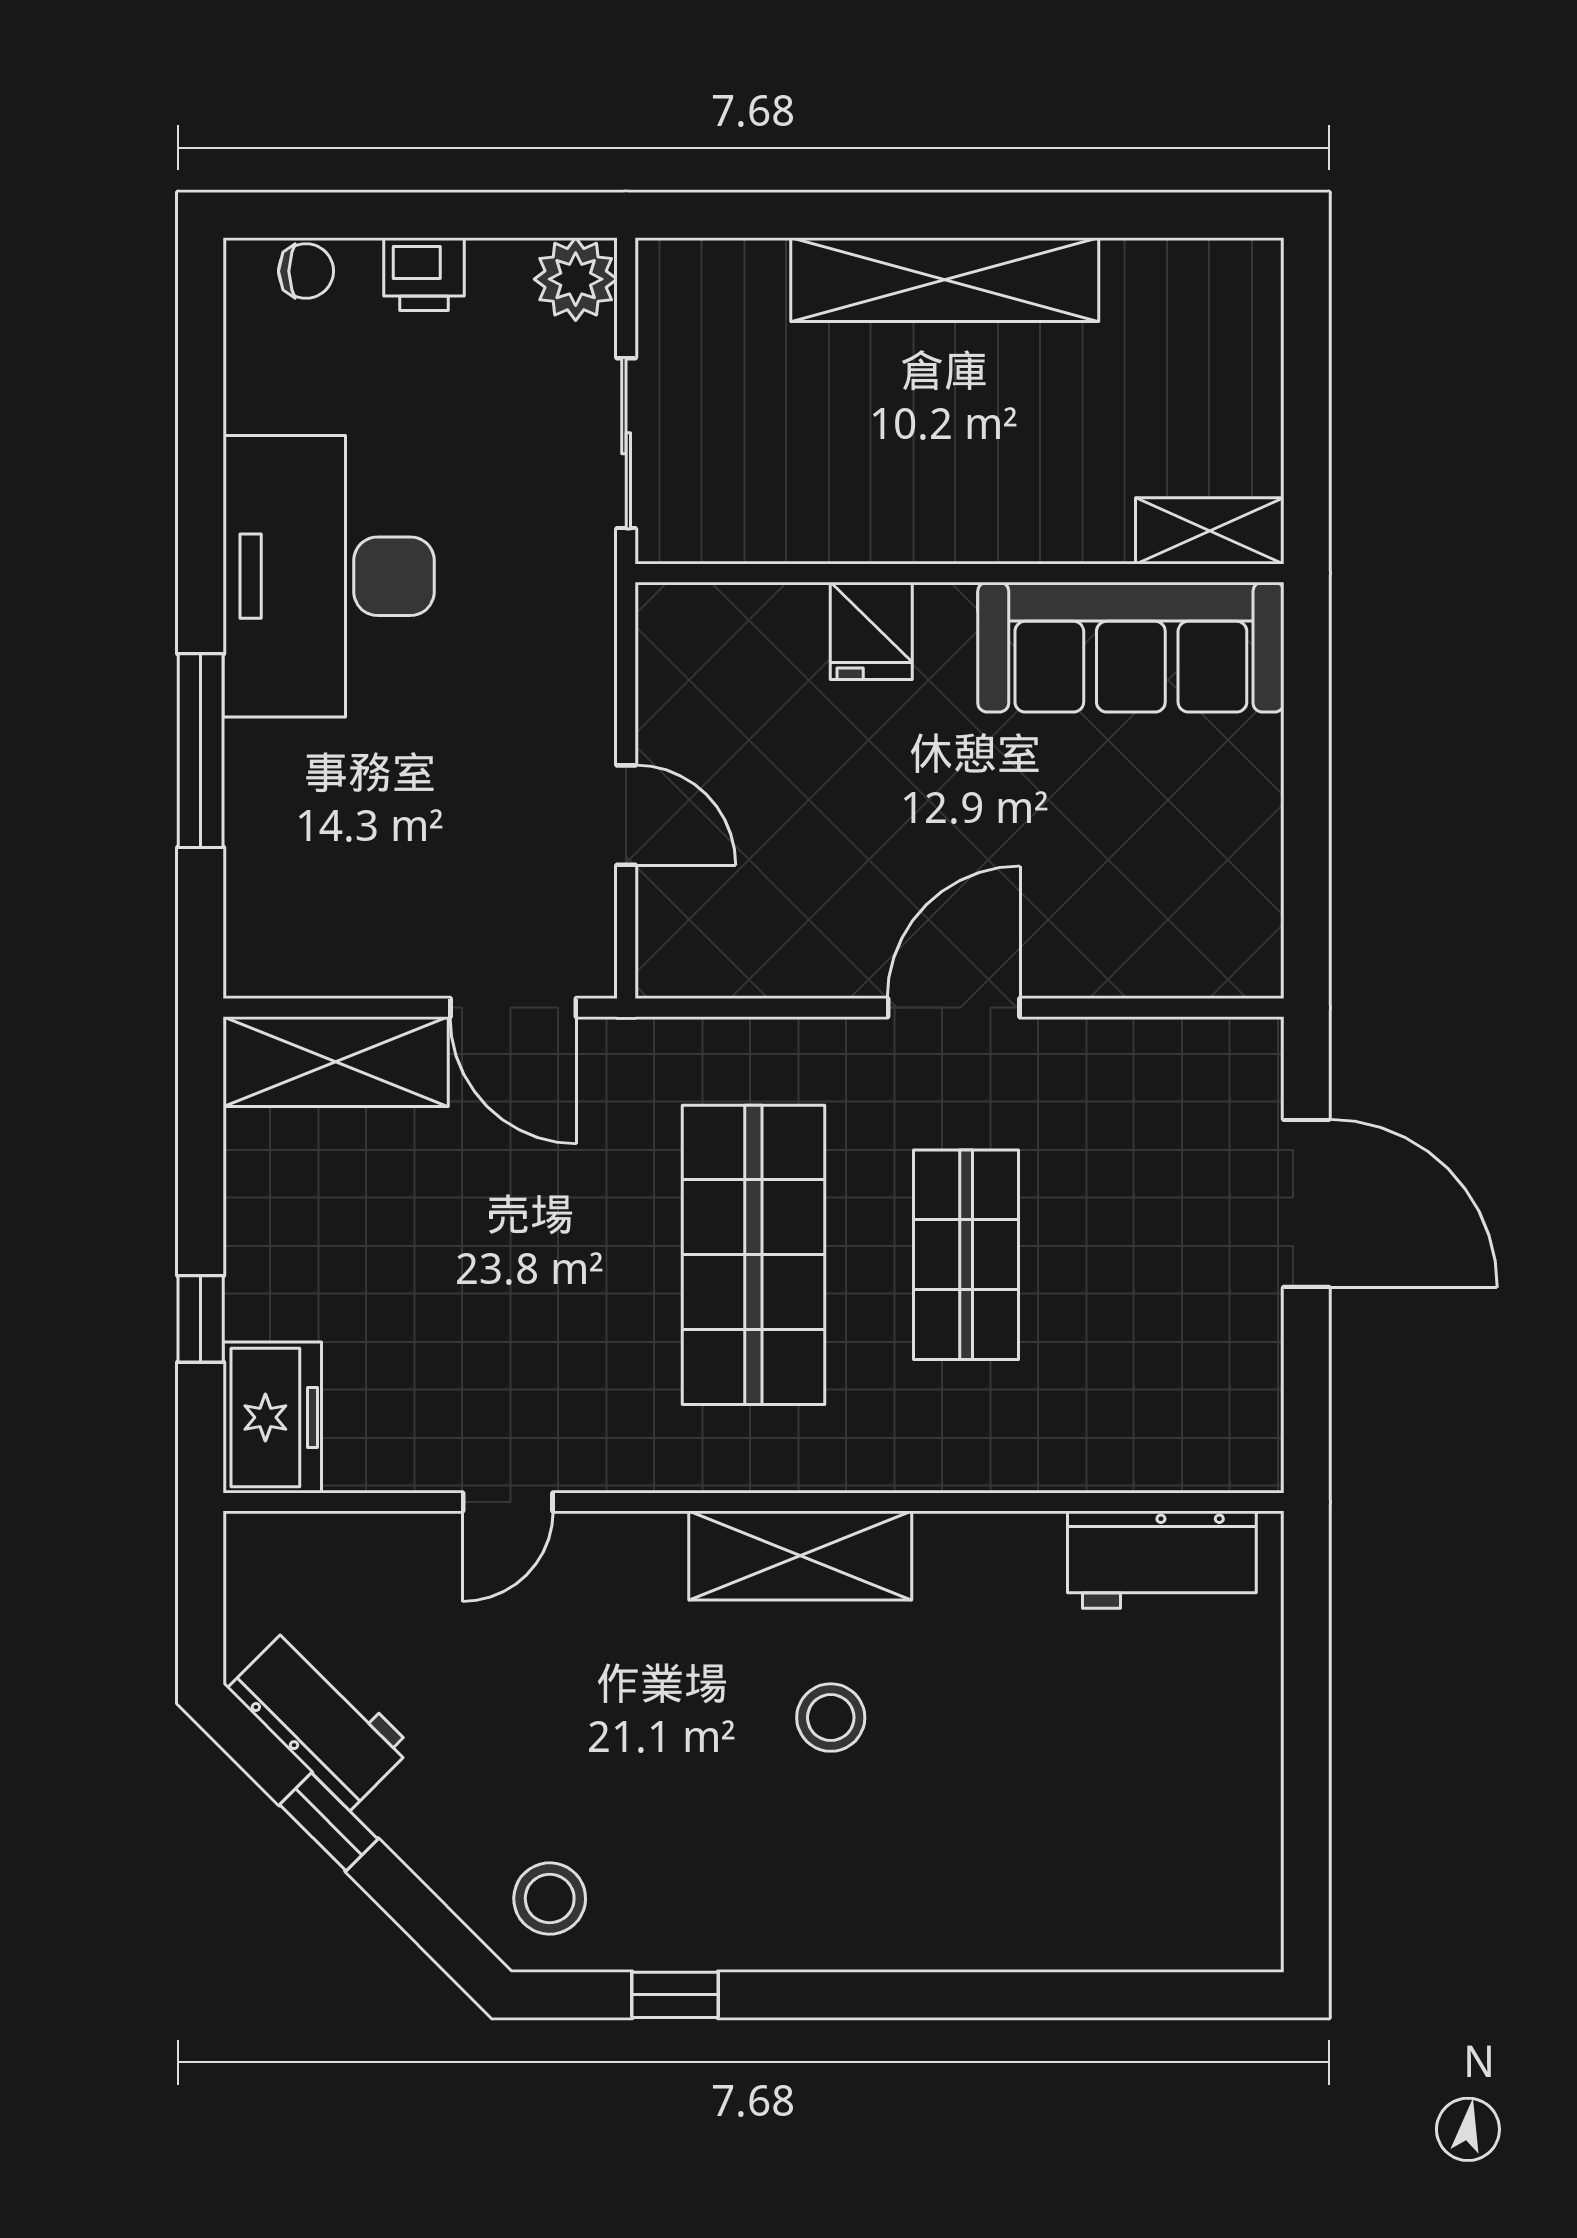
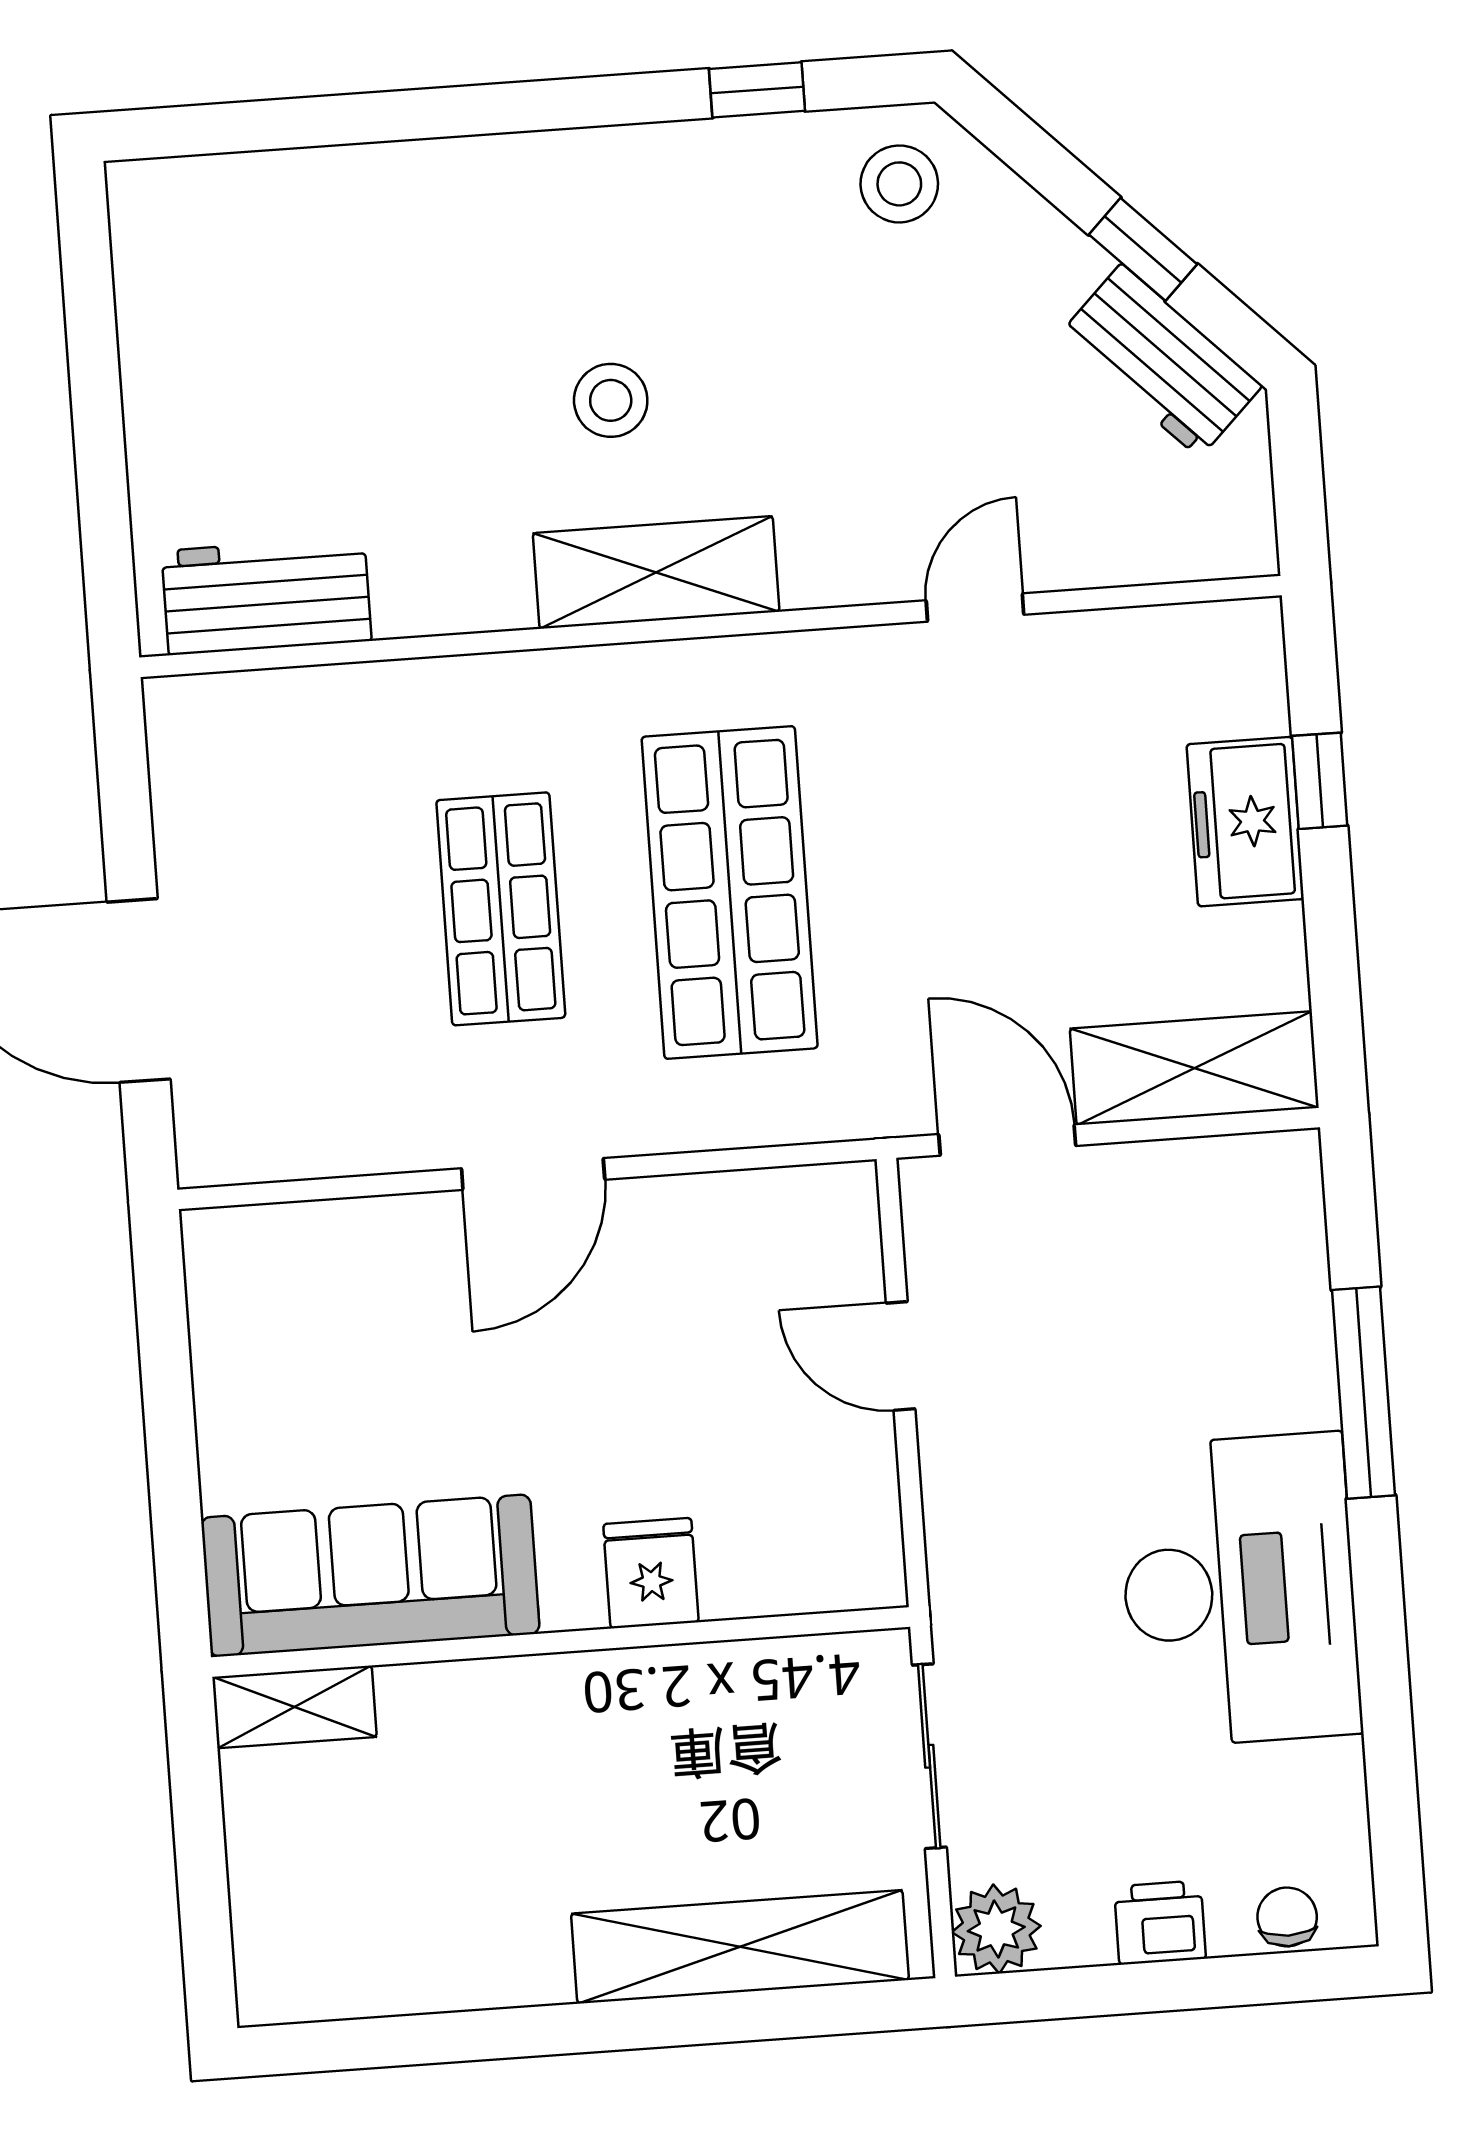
chair: (306, 271) -> (1287, 1917), turned 90
shelving: (945, 280) -> (740, 1947), moved
freezer: (272, 1417) -> (1245, 822), moved

